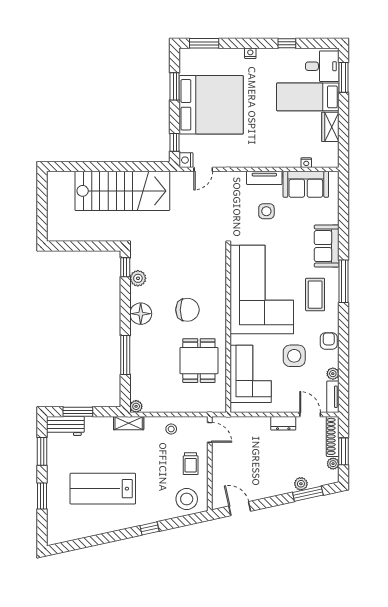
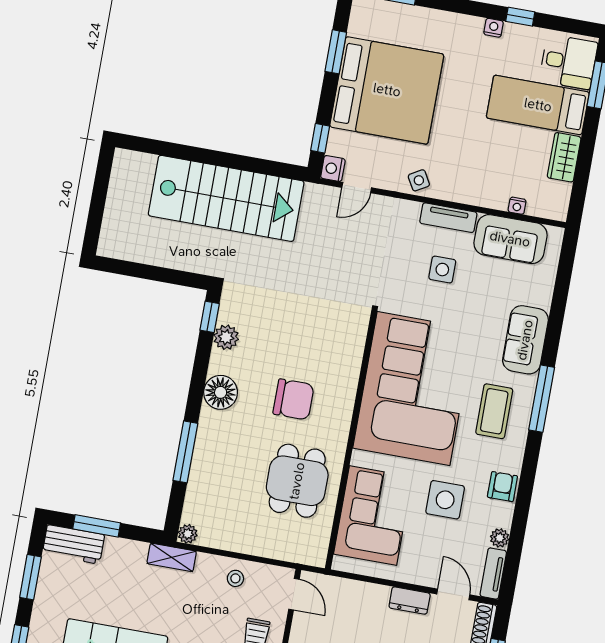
nightstand: (250, 53) -> (494, 28), moved
side table: (242, 158) -> (419, 180), added

